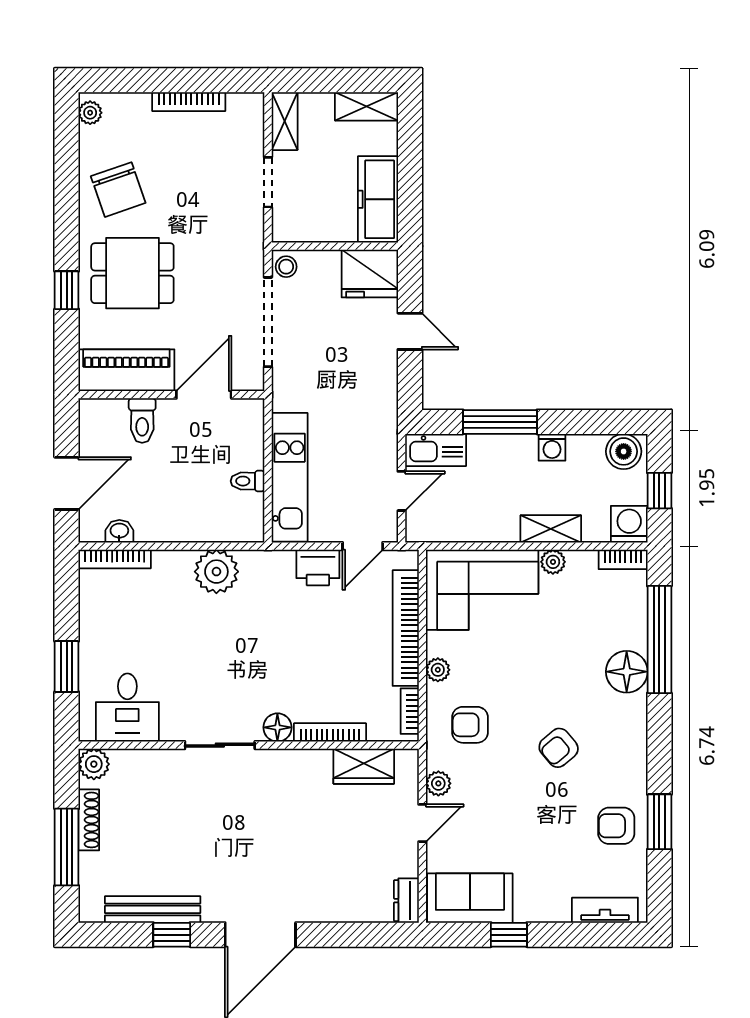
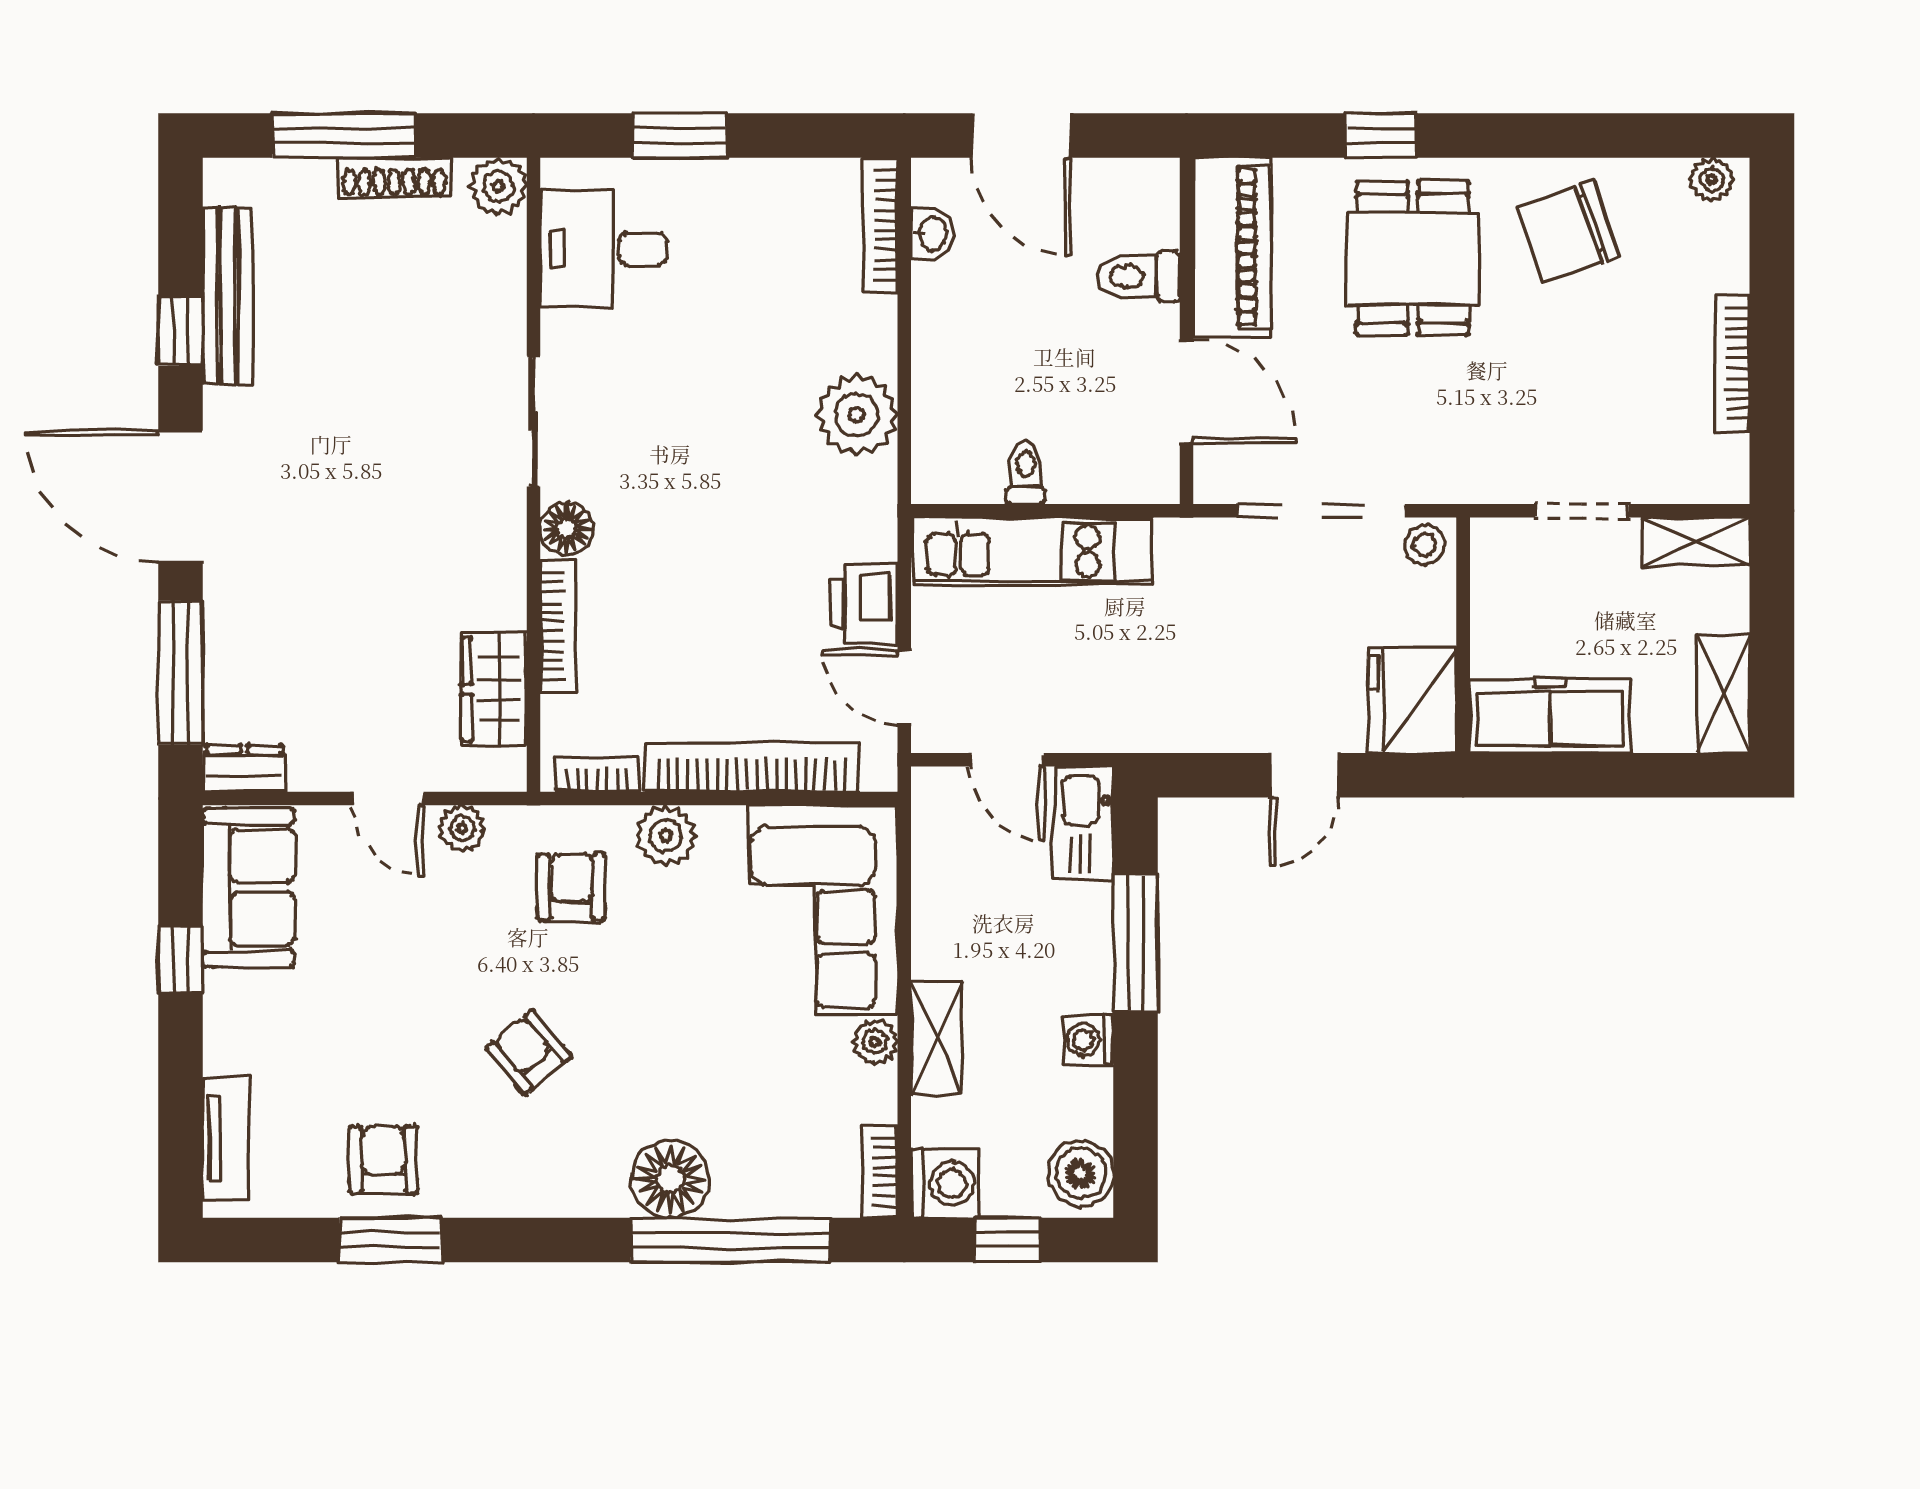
plant: (438, 670) -> (666, 835), width x1.38, depth x1.38
window: (355, 935) -> (181, 673), added

